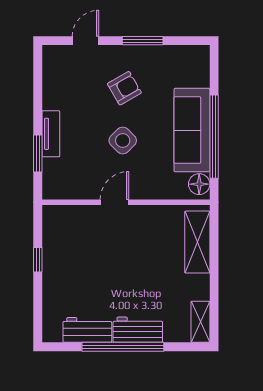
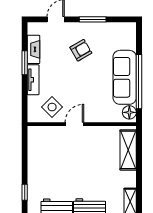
fireplace: (51, 87) -> (33, 49), added
side table: (123, 141) -> (52, 107), moved
window: (38, 154) -> (25, 63), moved
window: (38, 260) -> (25, 192), moved

